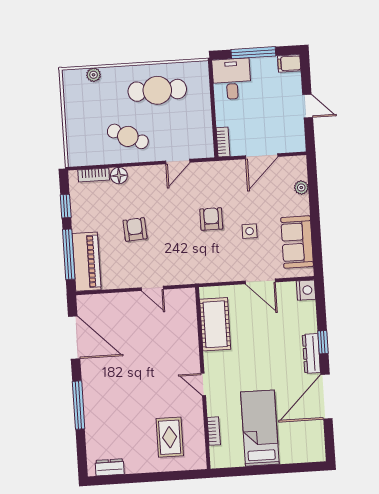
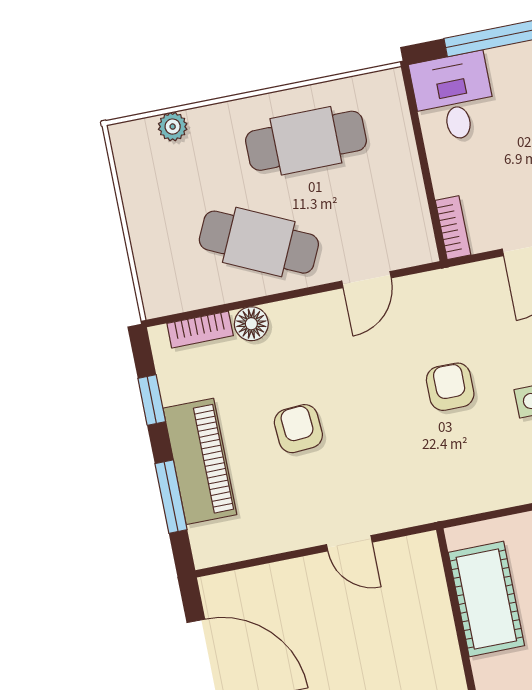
cafe table: (128, 136) -> (259, 242), width x1.37, depth x1.35
window: (69, 254) -> (171, 497), width x0.69
piano: (87, 262) -> (200, 461), moved

